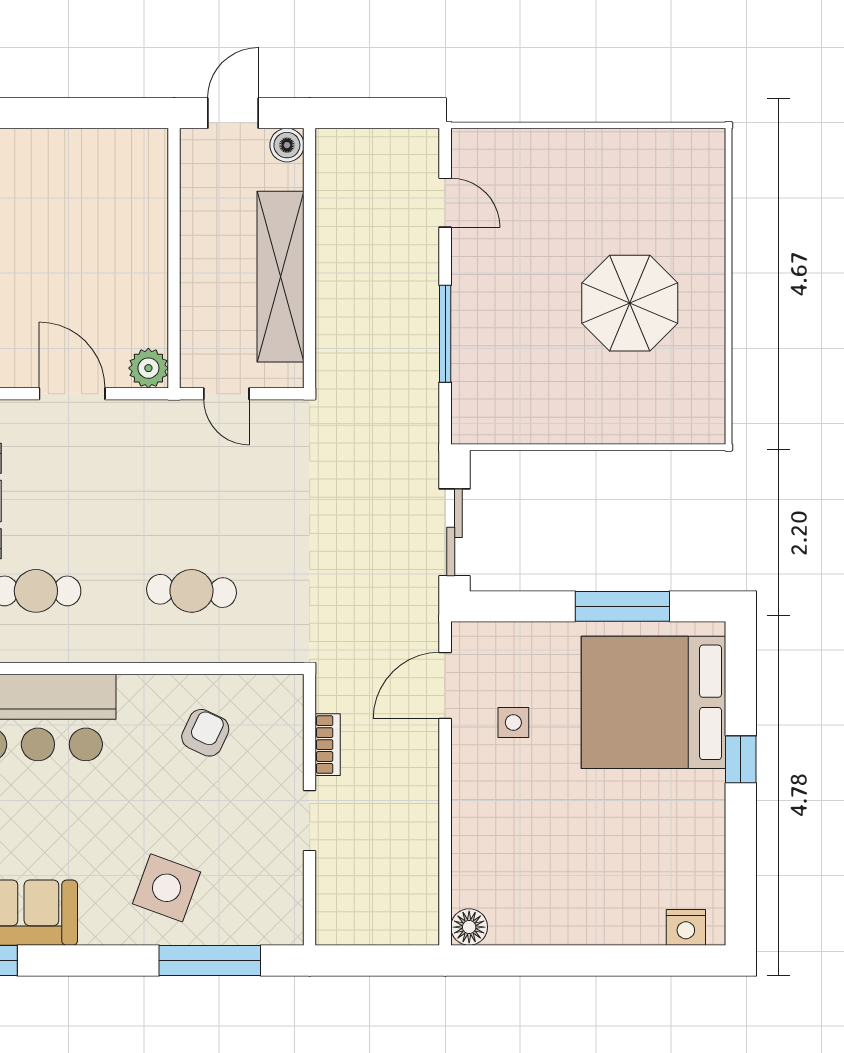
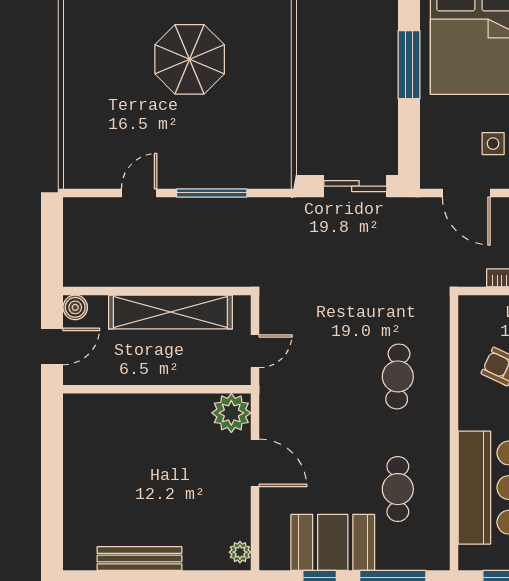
door: (233, 113) -> (52, 346), swing flipped
door: (445, 203) -> (139, 193), moved
plant: (148, 368) -> (231, 413), width x1.36, depth x1.36
door: (72, 394) -> (255, 463), swing flipped

